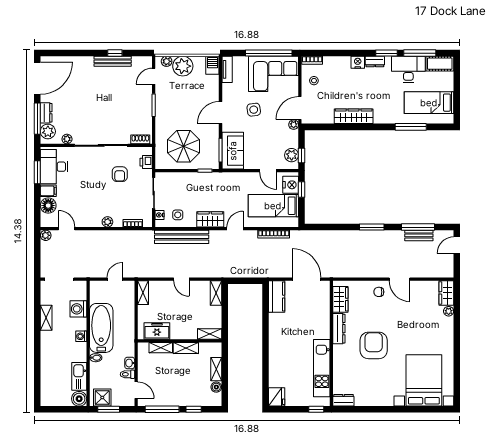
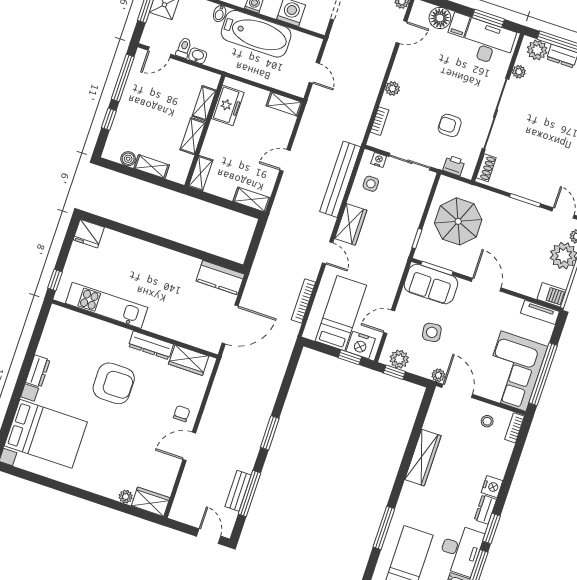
side table: (254, 110) -> (432, 332), moved
dresser: (343, 400) -> (38, 371), moved

